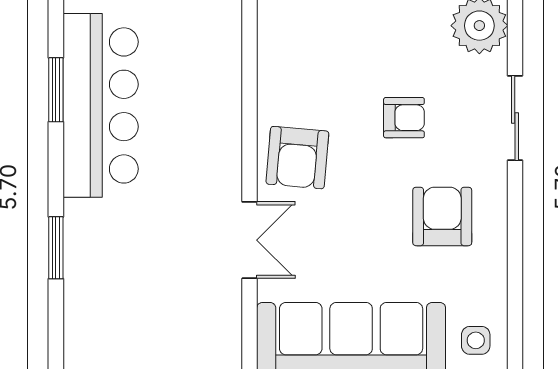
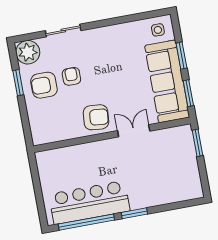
window: (56, 90) -> (86, 222), width x2.11
armchair: (442, 216) -> (44, 85), moved
window: (56, 248) -> (134, 213), moved

